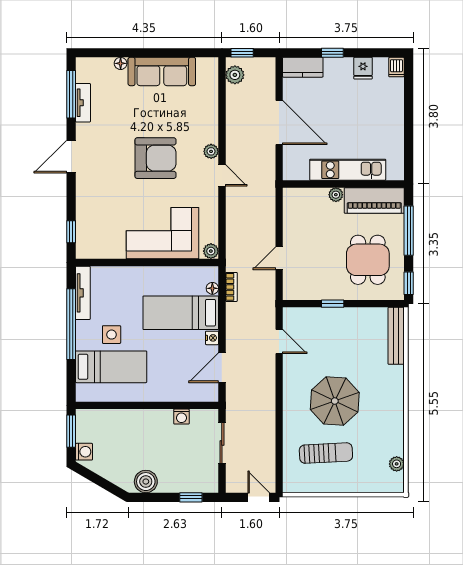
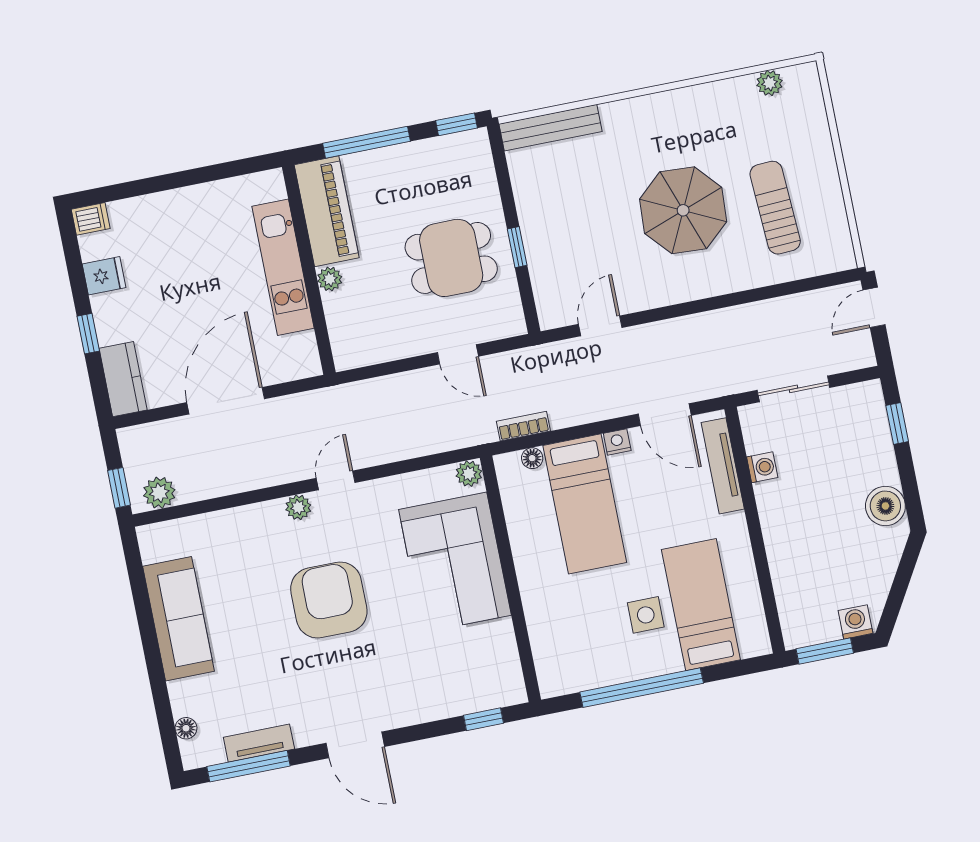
floor lamp: (121, 63) -> (186, 728), moved
dining table: (368, 260) -> (451, 258), moved
tv unit: (83, 293) -> (723, 466), moved, turned -90

